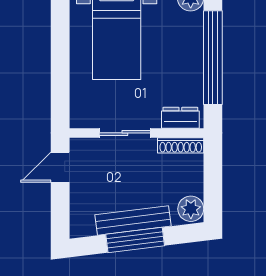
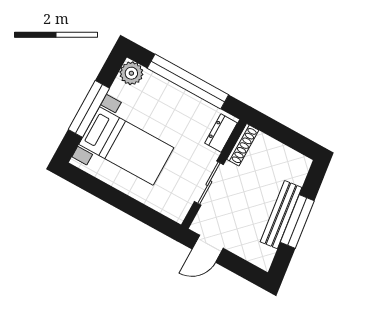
door: (60, 167) -> (208, 249), hinge flipped
plant: (191, 209) -> (297, 164), removed

